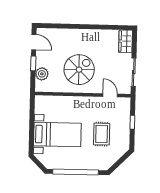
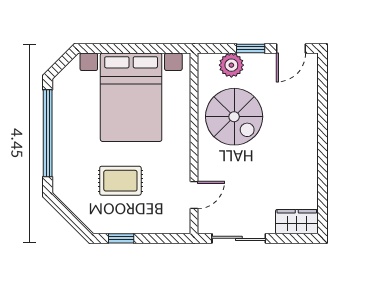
spiral stairs: (79, 70) -> (234, 117), moved
window: (132, 122) -> (121, 238), moved
bed with nightstands: (57, 135) -> (131, 97), width x1.36

